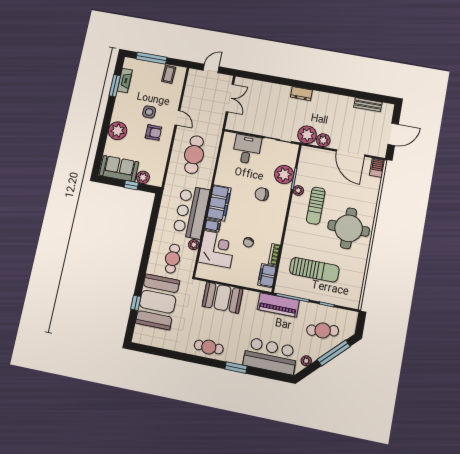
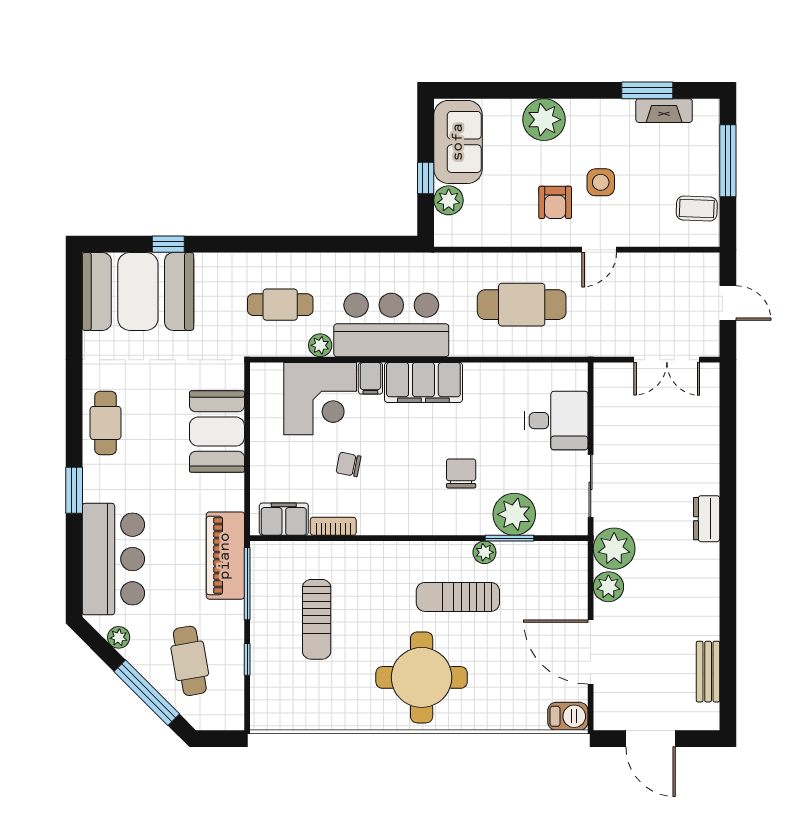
door: (350, 153) -> (591, 652), hinge flipped
sun lounger: (314, 270) -> (317, 619), width x0.73, depth x0.75
booth: (158, 302) -> (138, 291), moved

